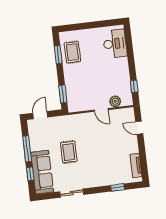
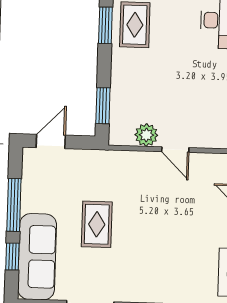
plant: (115, 101) -> (146, 135), moved

